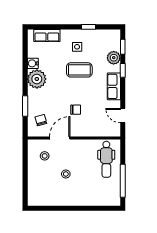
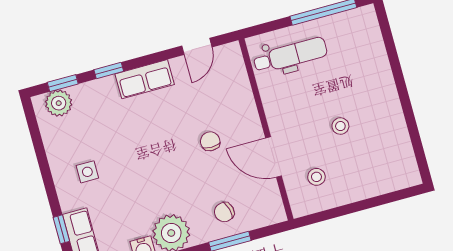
window: (89, 27) -> (61, 229), moved
plant: (114, 58) -> (59, 103), moved
coffee table: (79, 70) -> (131, 155), removed
chair: (41, 120) -> (224, 212), moved

